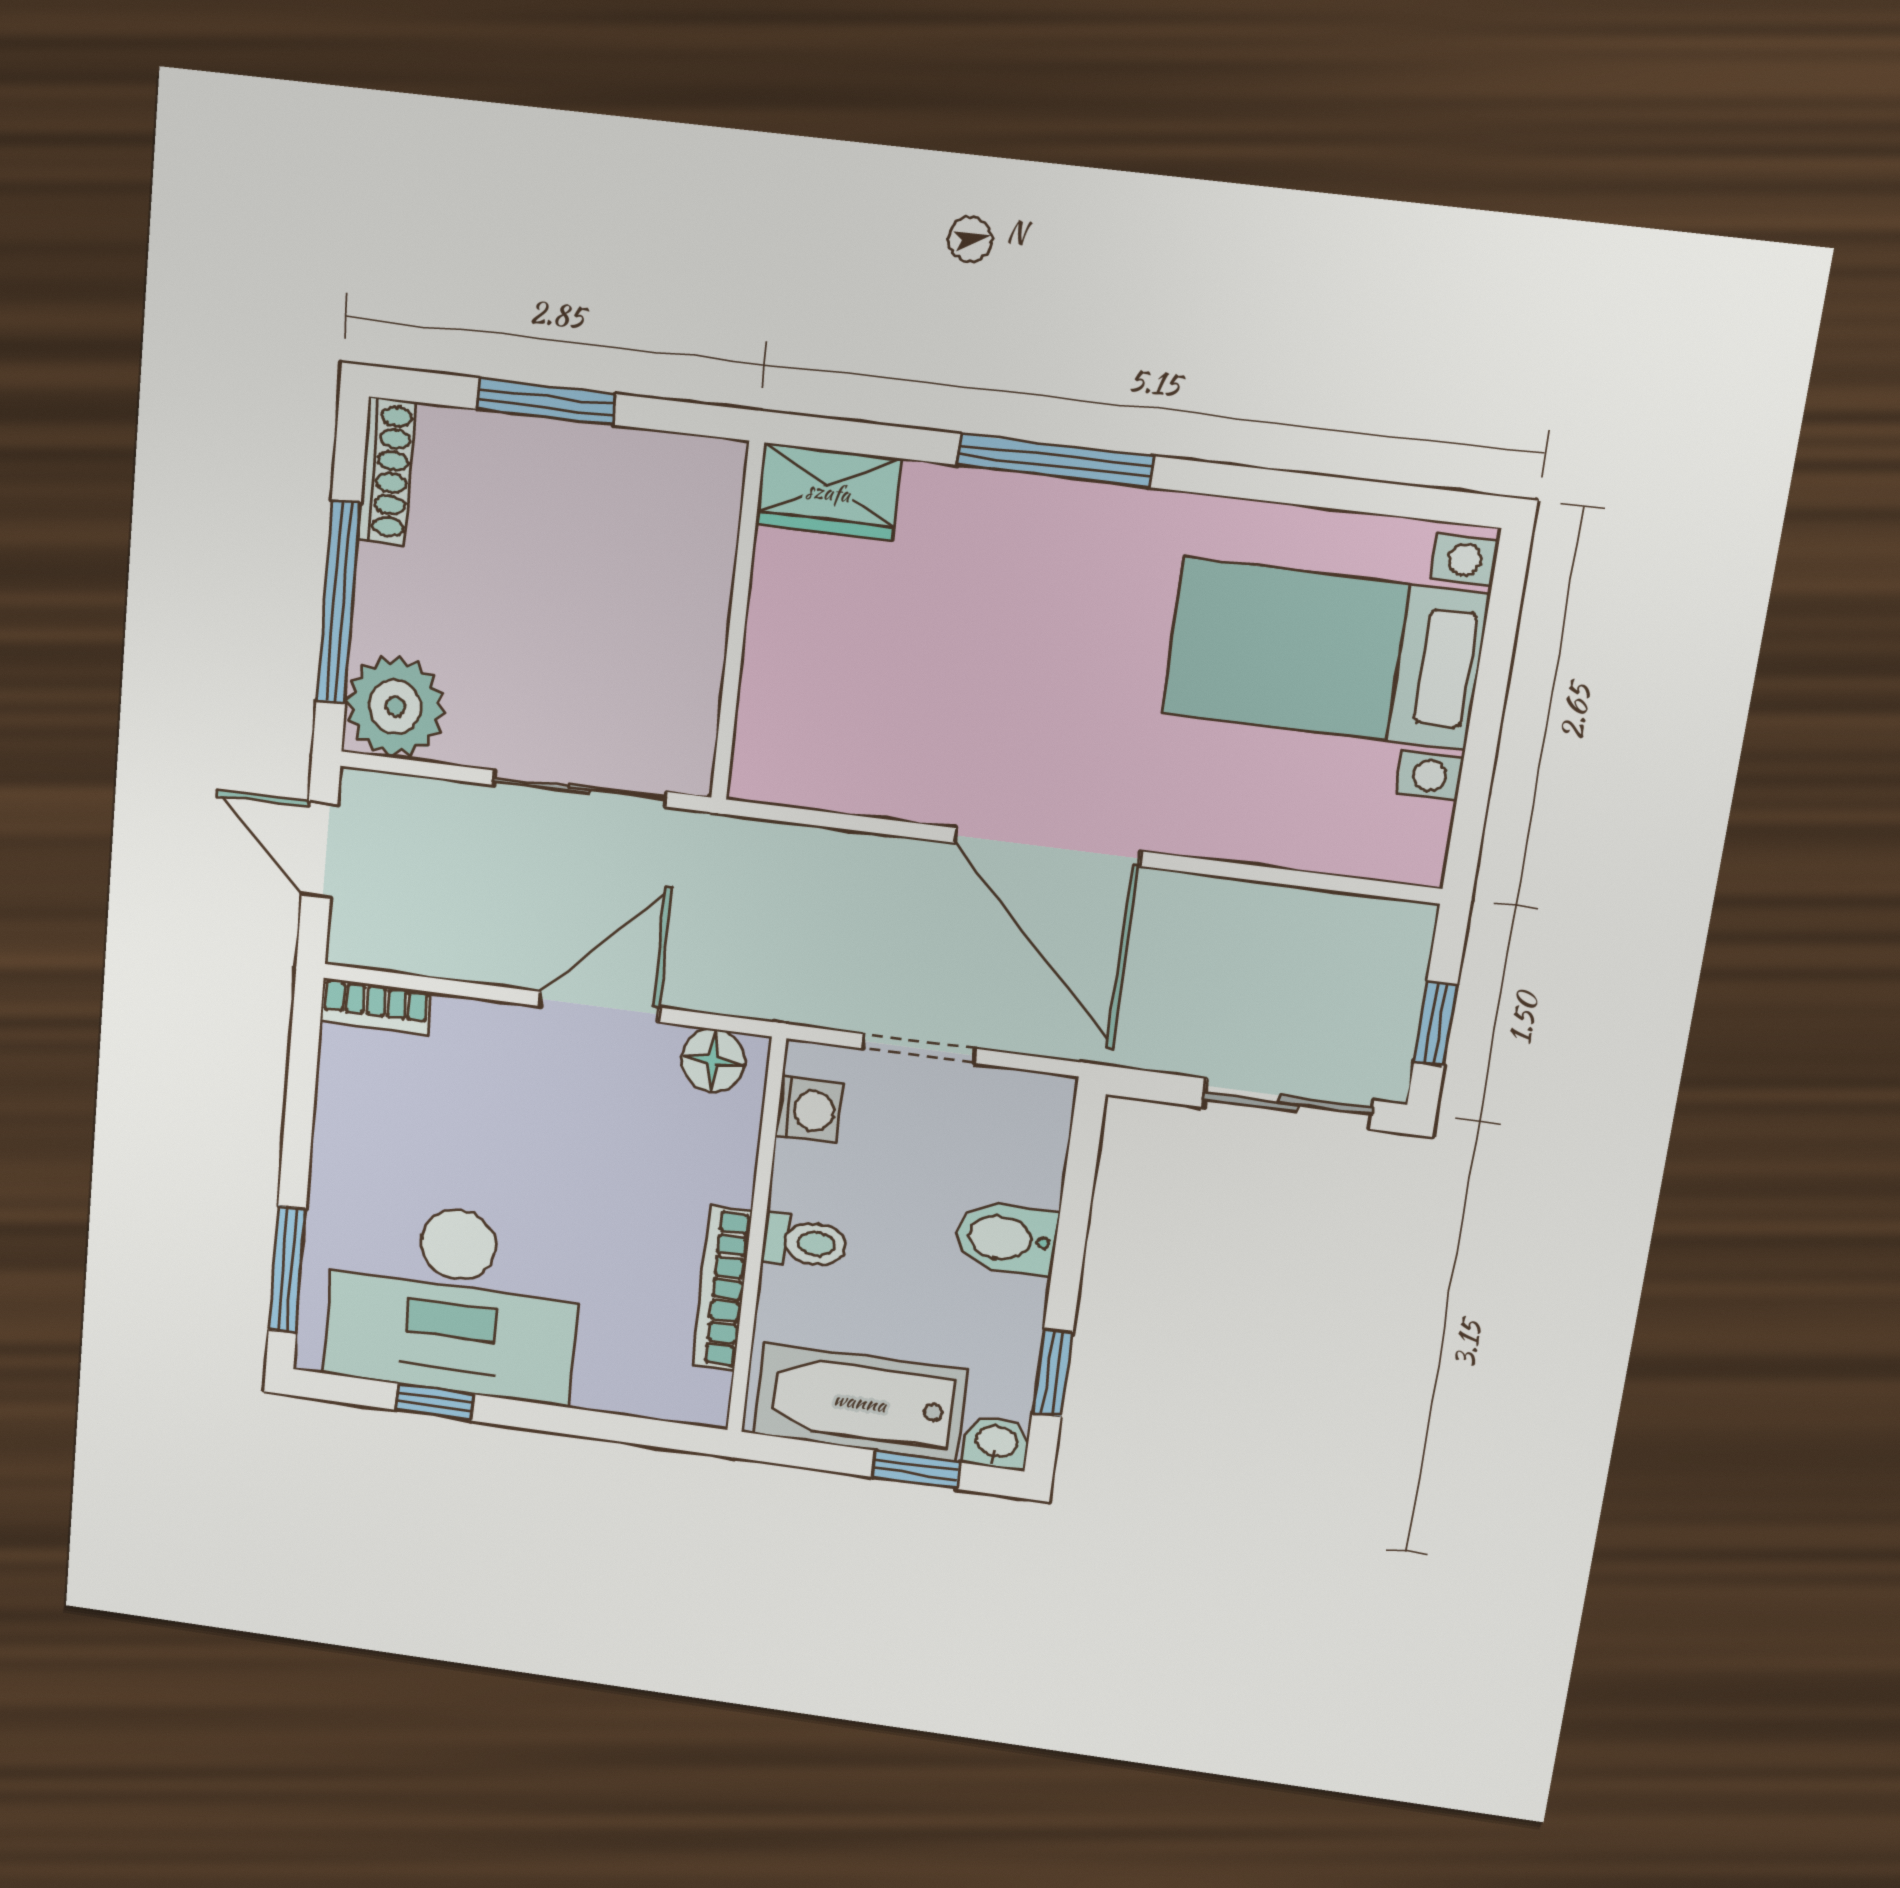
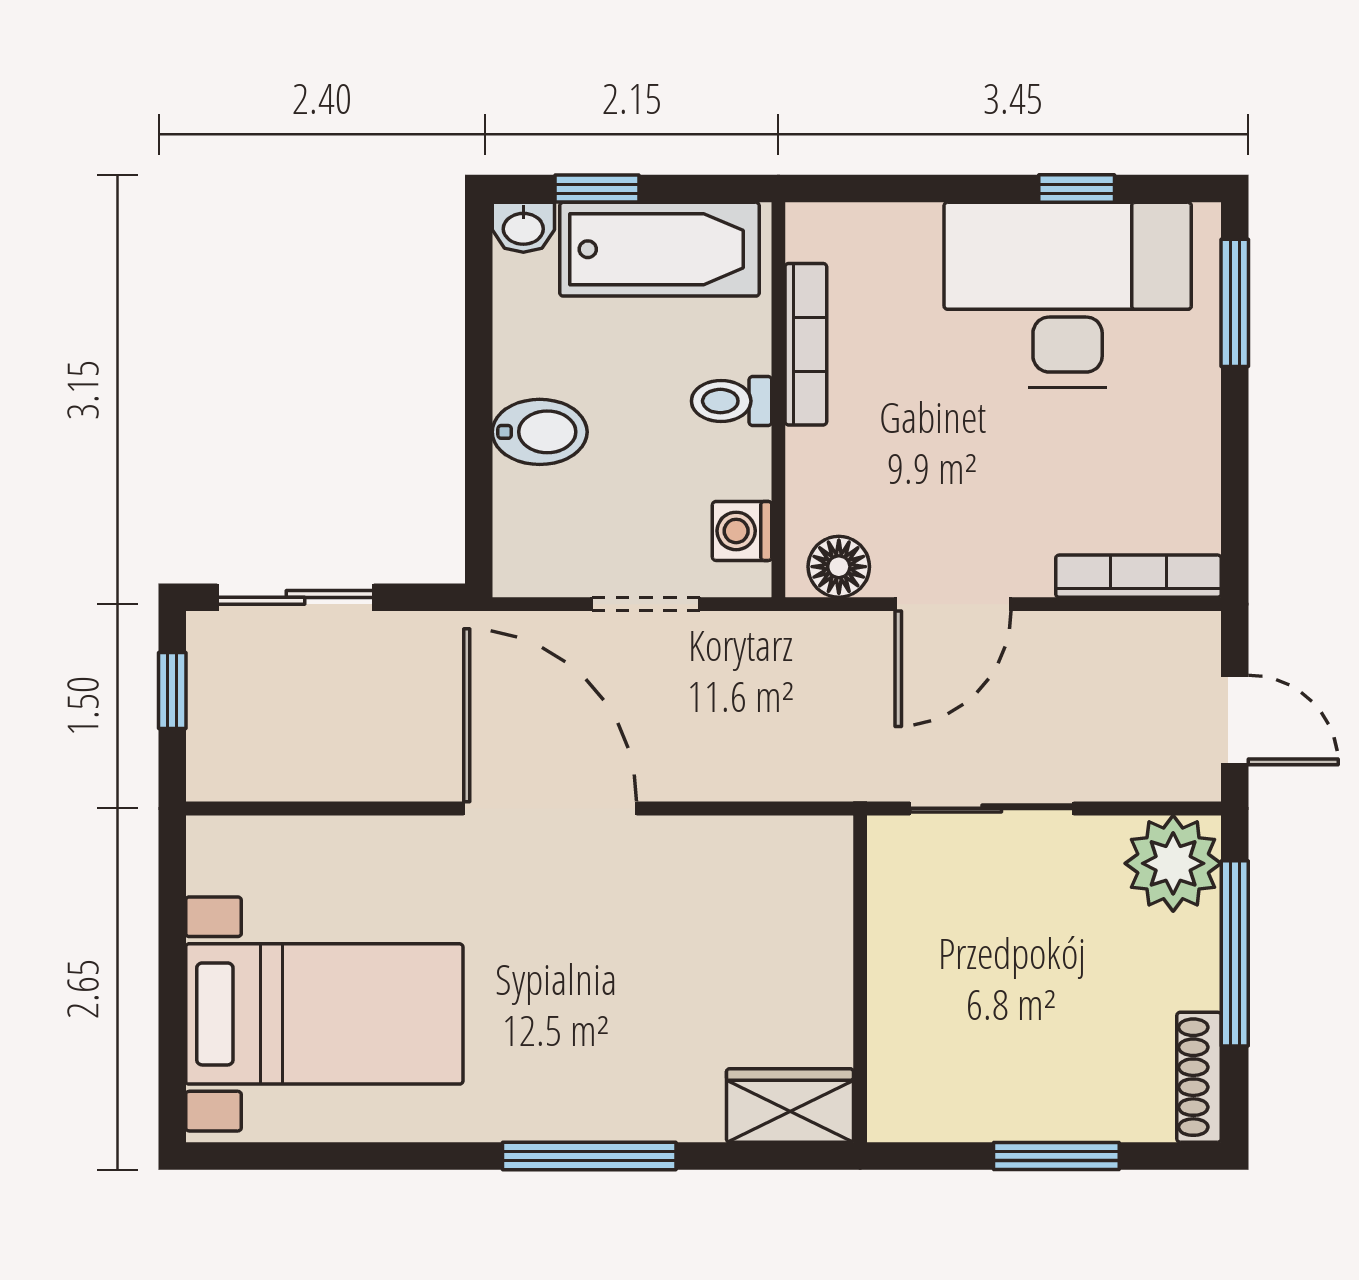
bookcase: (376, 1006) -> (1138, 576), width x1.56
window: (1052, 1373) -> (479, 305), removed

